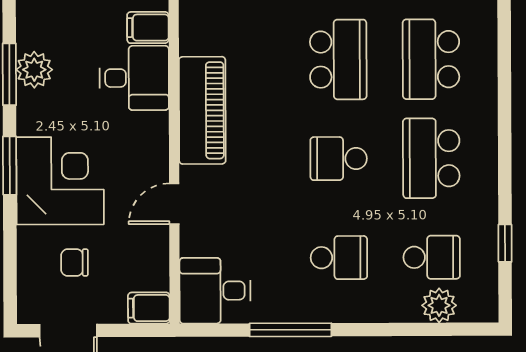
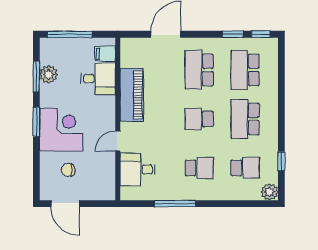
school desk: (338, 60) -> (199, 70), turned 180
desk: (215, 291) -> (138, 169), moved
plant: (439, 305) -> (270, 192), moved
filing cabinet: (149, 308) -> (105, 193), removed

